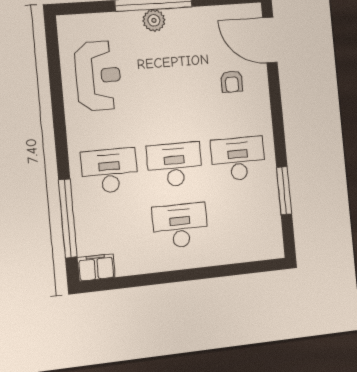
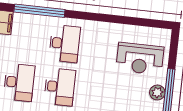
reception desk: (98, 76) -> (140, 59), moved

